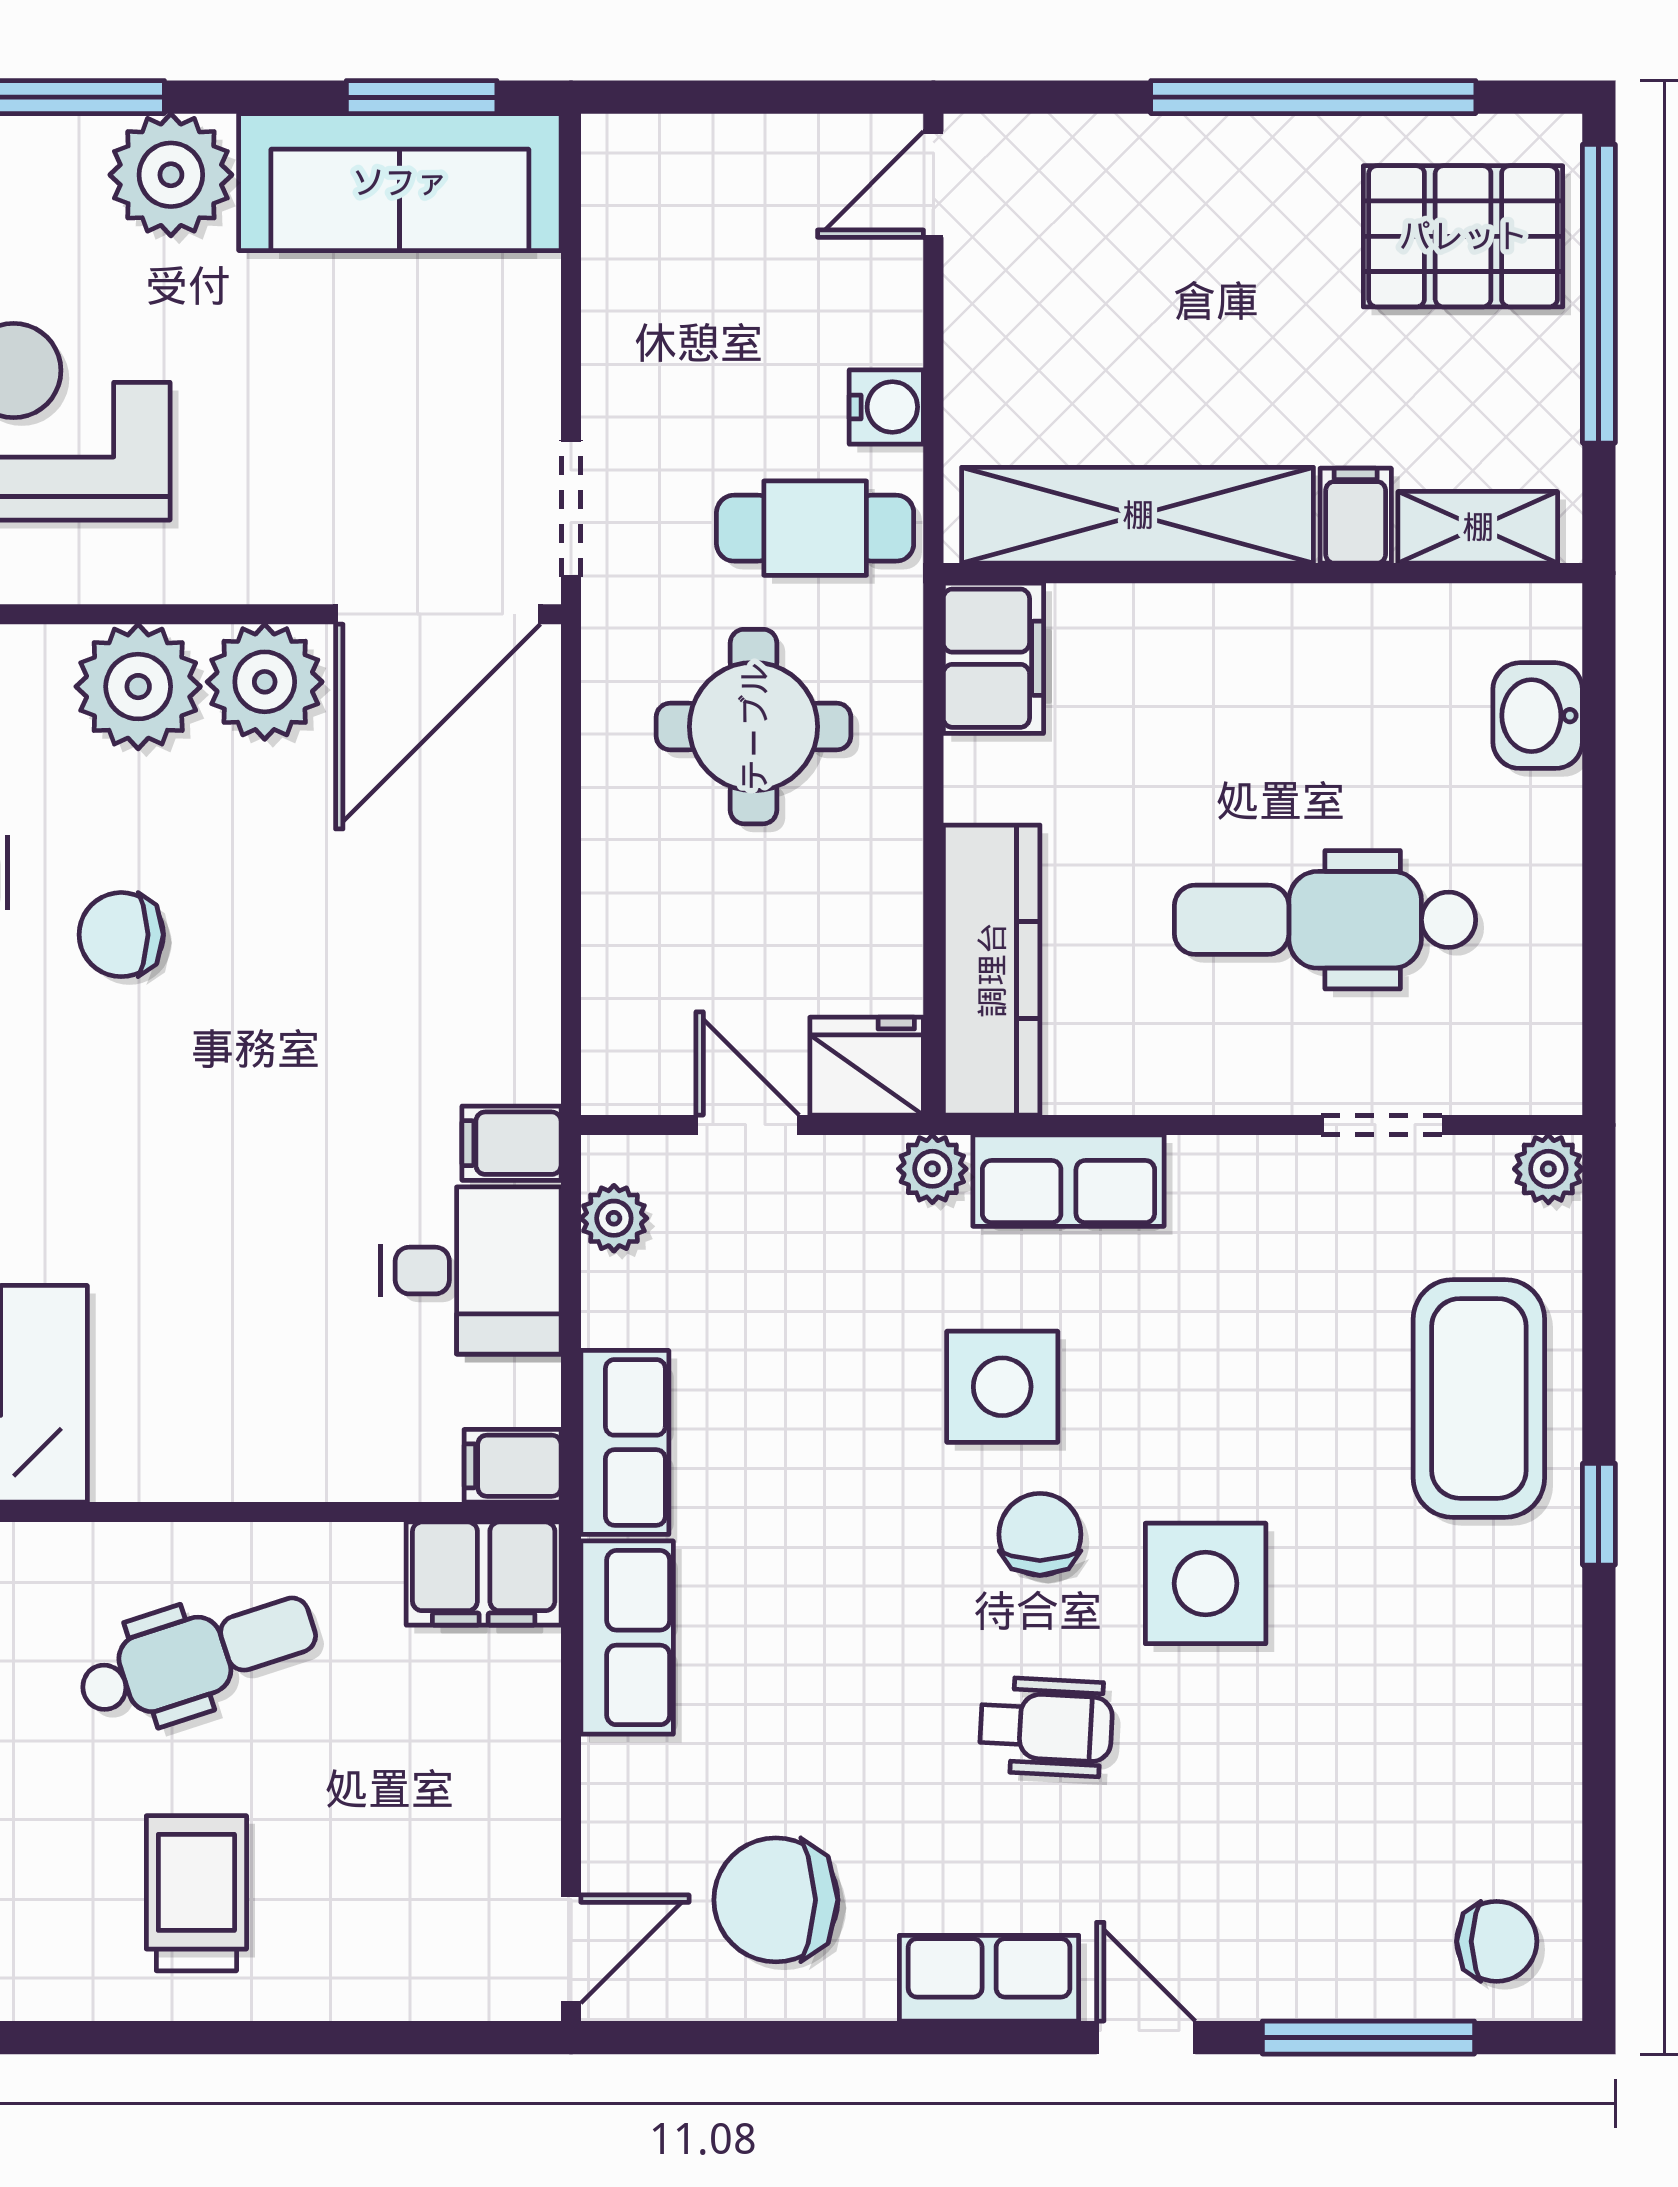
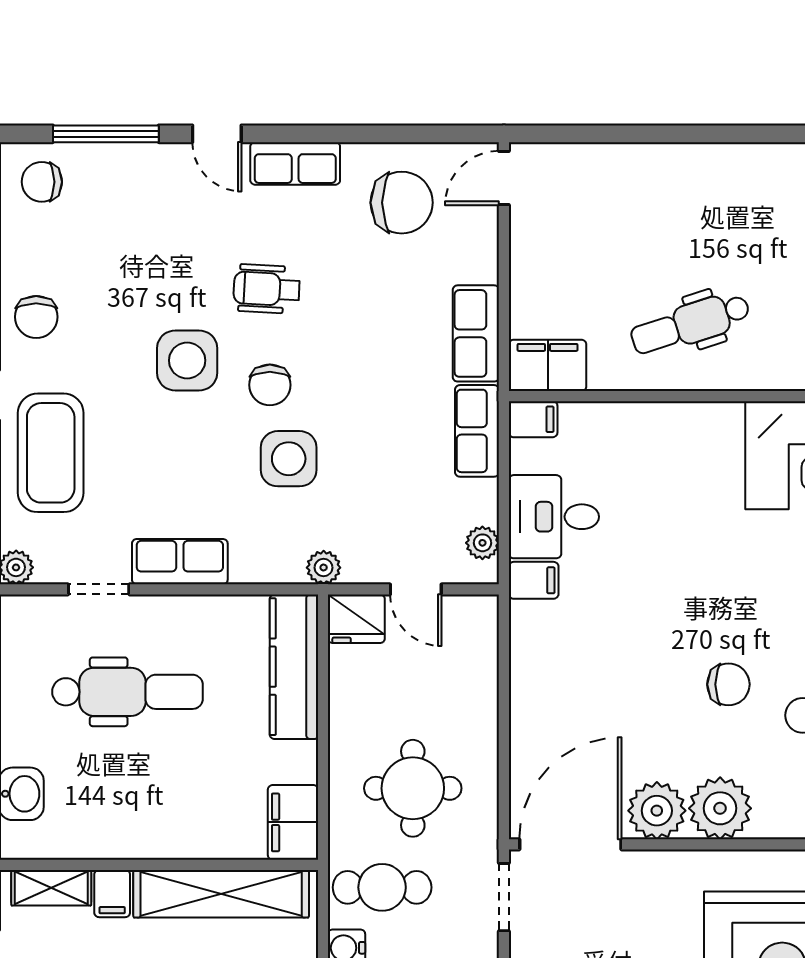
row of seats: (1068, 1181) -> (180, 562), moved
chair: (1508, 1671) -> (36, 317), added
trolley: (196, 1893) -> (691, 206), removed

